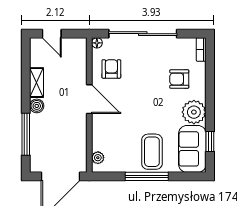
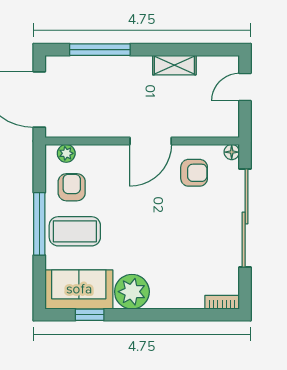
armchair: (179, 79) -> (72, 187), moved
boiler: (37, 106) -> (141, 65), removed

